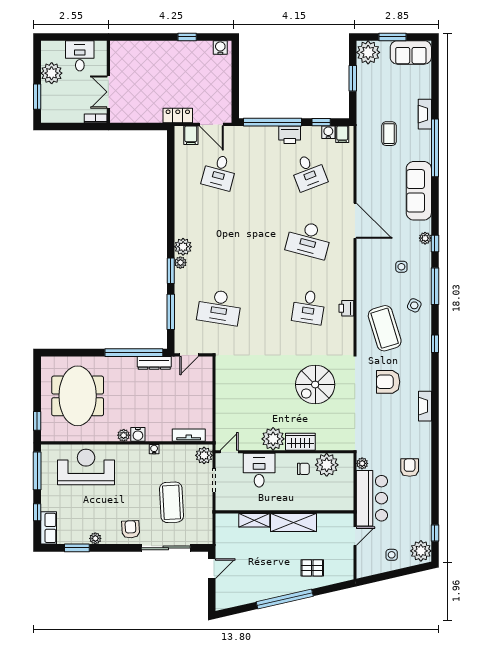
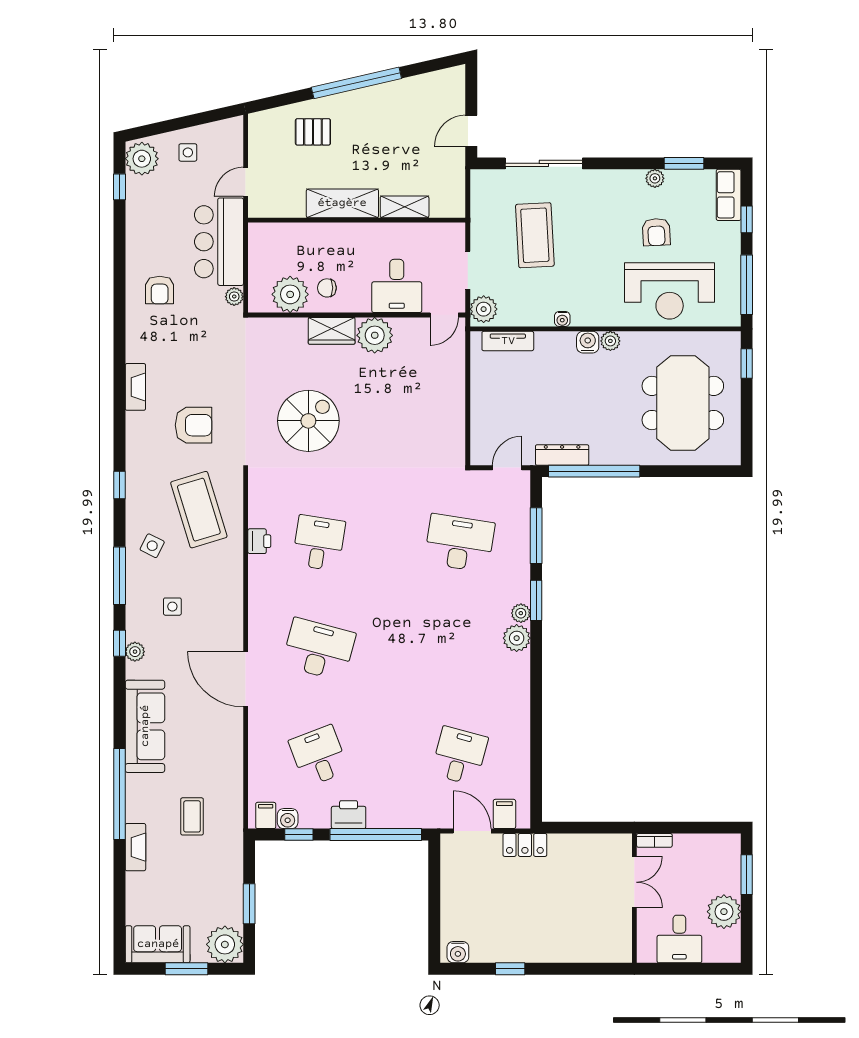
armchair: (131, 529) -> (656, 232), moved

